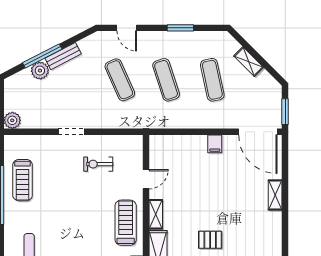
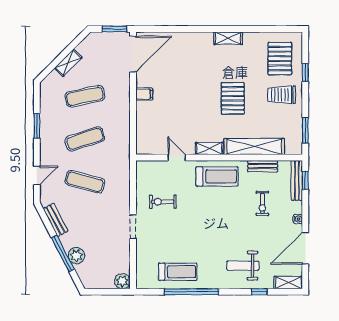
bench: (63, 56) -> (55, 220), moved
exercise mat: (120, 80) -> (85, 182), turned 39
exercise bike: (98, 164) -> (163, 202), turned 90
shelving: (275, 195) -> (228, 38), moved
treadmill: (126, 223) -> (217, 176), turned 180
pallet: (210, 240) -> (233, 98), width x1.50, depth x1.42

